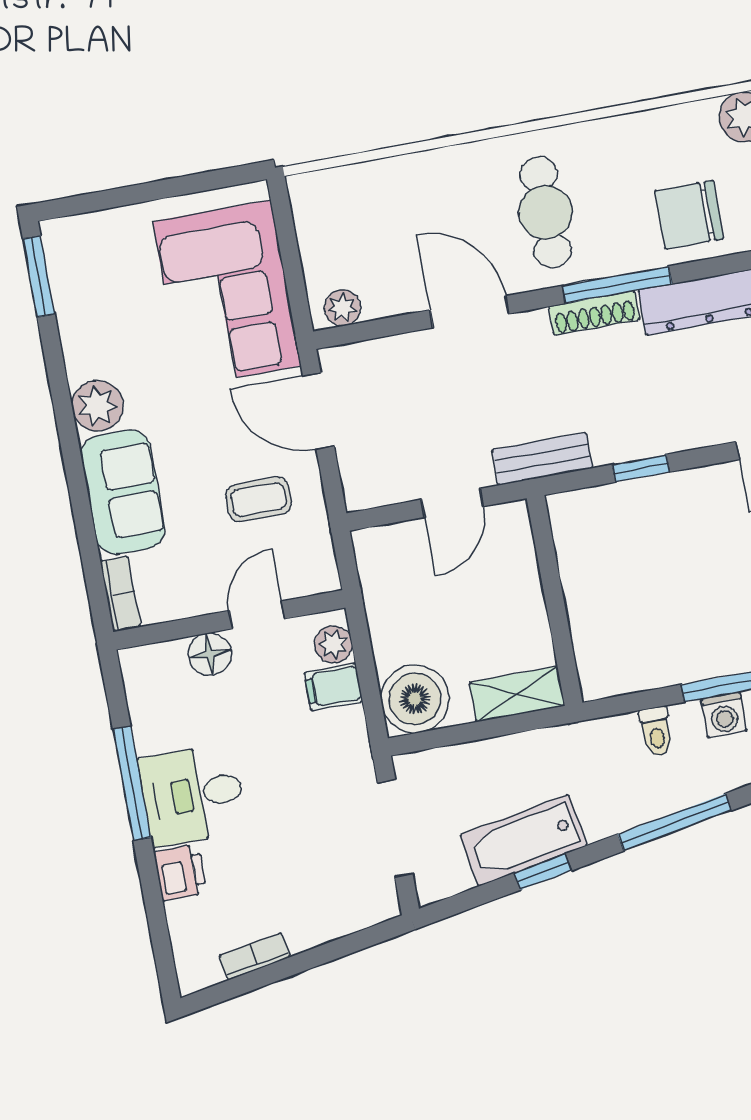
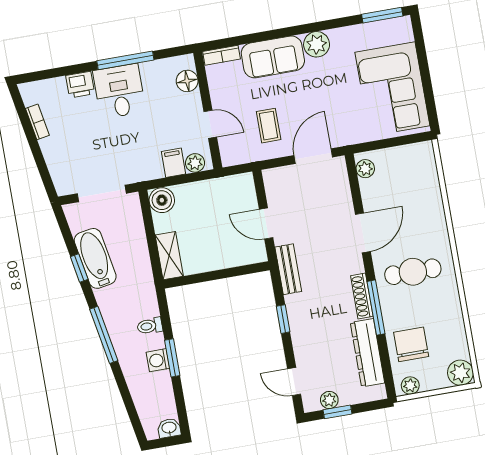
corner sofa: (227, 294) -> (392, 89), moved, turned -90
floor lamp: (210, 654) -> (187, 81), moved
boiler: (415, 699) -> (162, 200), width x0.73, depth x0.73

